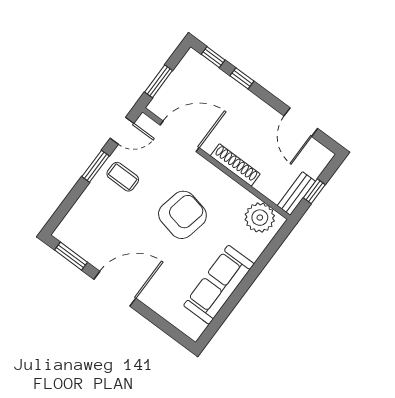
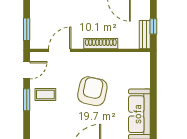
door: (180, 136) -> (60, 50), width x0.73
plant: (260, 218) -> (135, 62), removed

